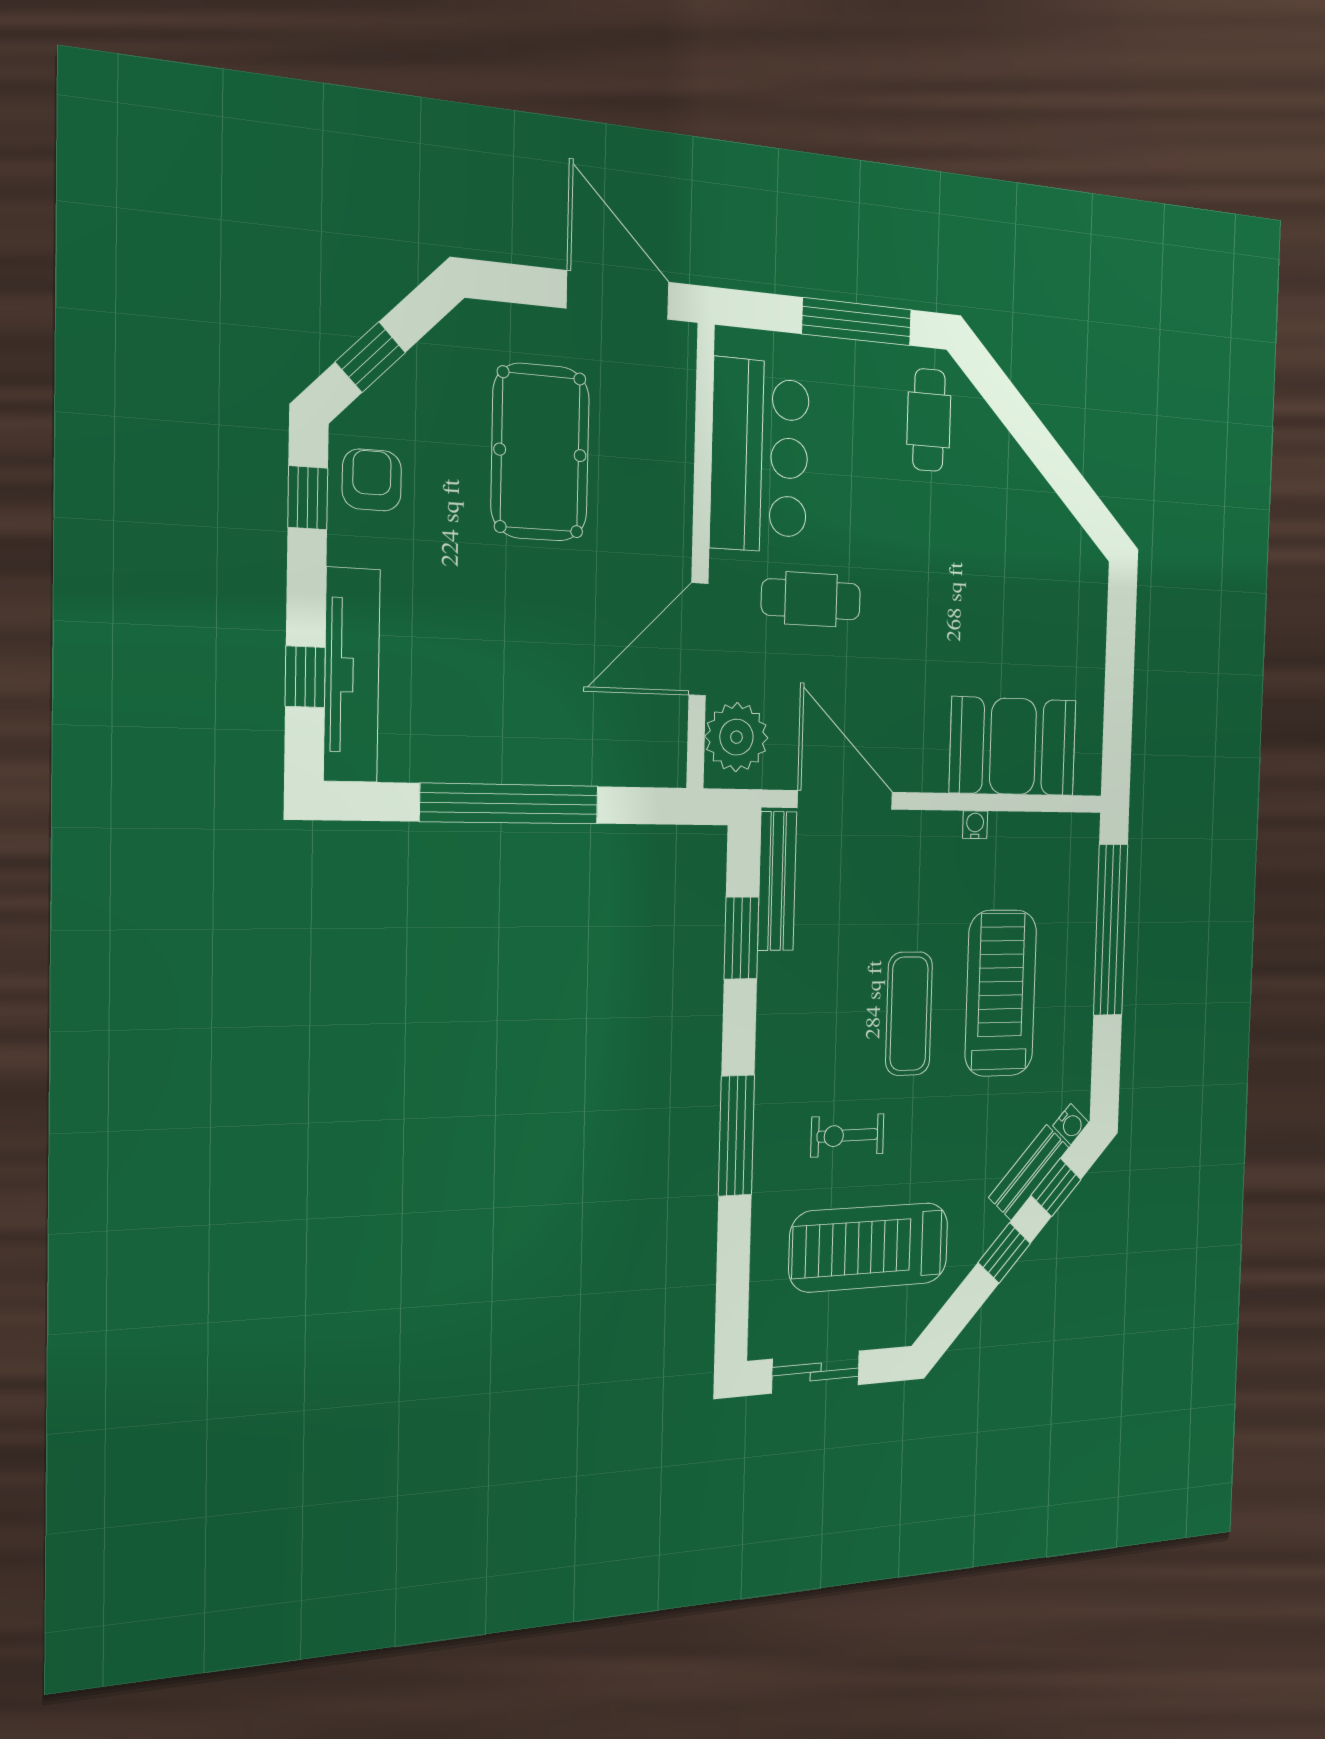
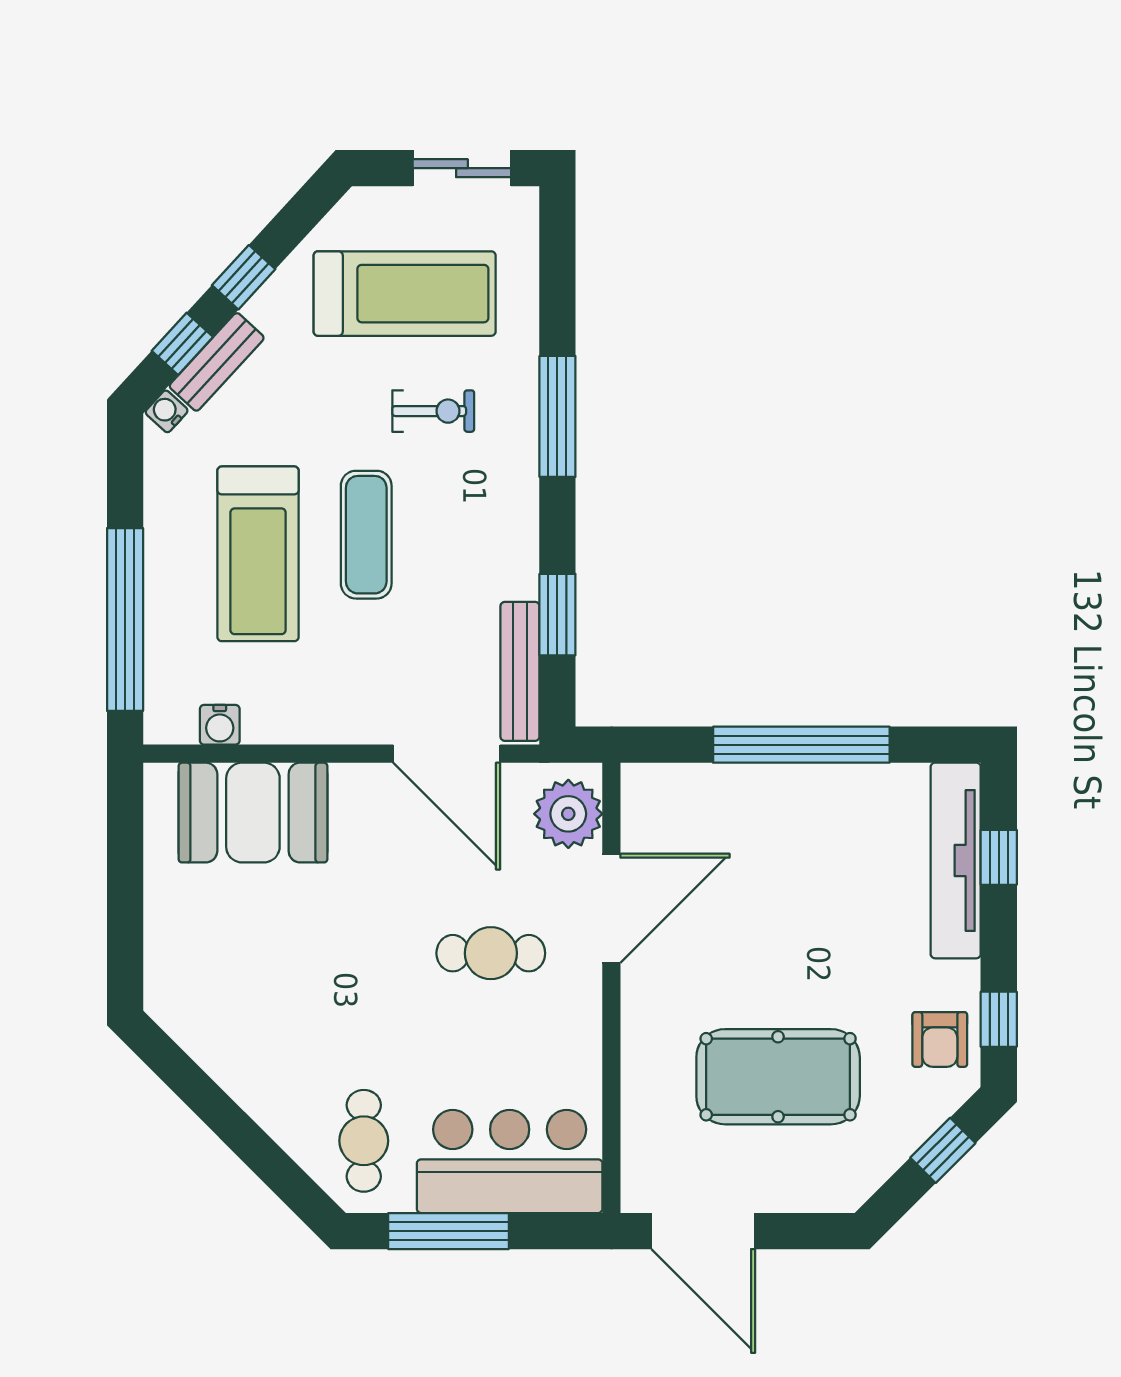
pool table: (540, 452) -> (778, 1077), turned 90
bar counter: (760, 456) -> (510, 1161), moved, turned 90
water cooler: (975, 825) -> (220, 725), moved, width x1.38, depth x1.38

